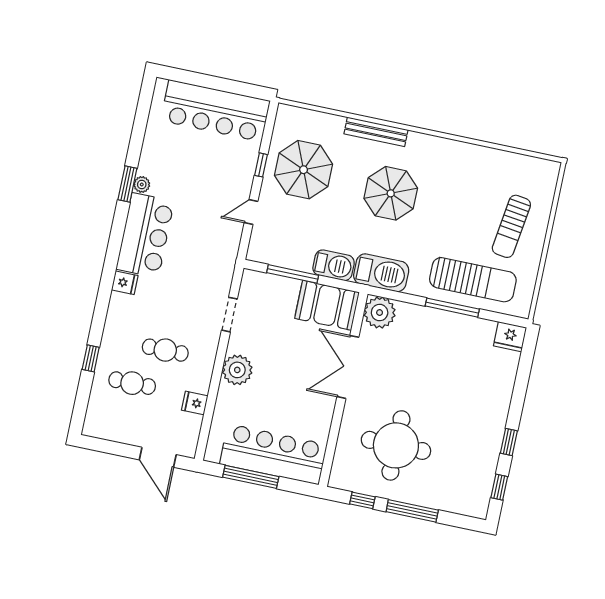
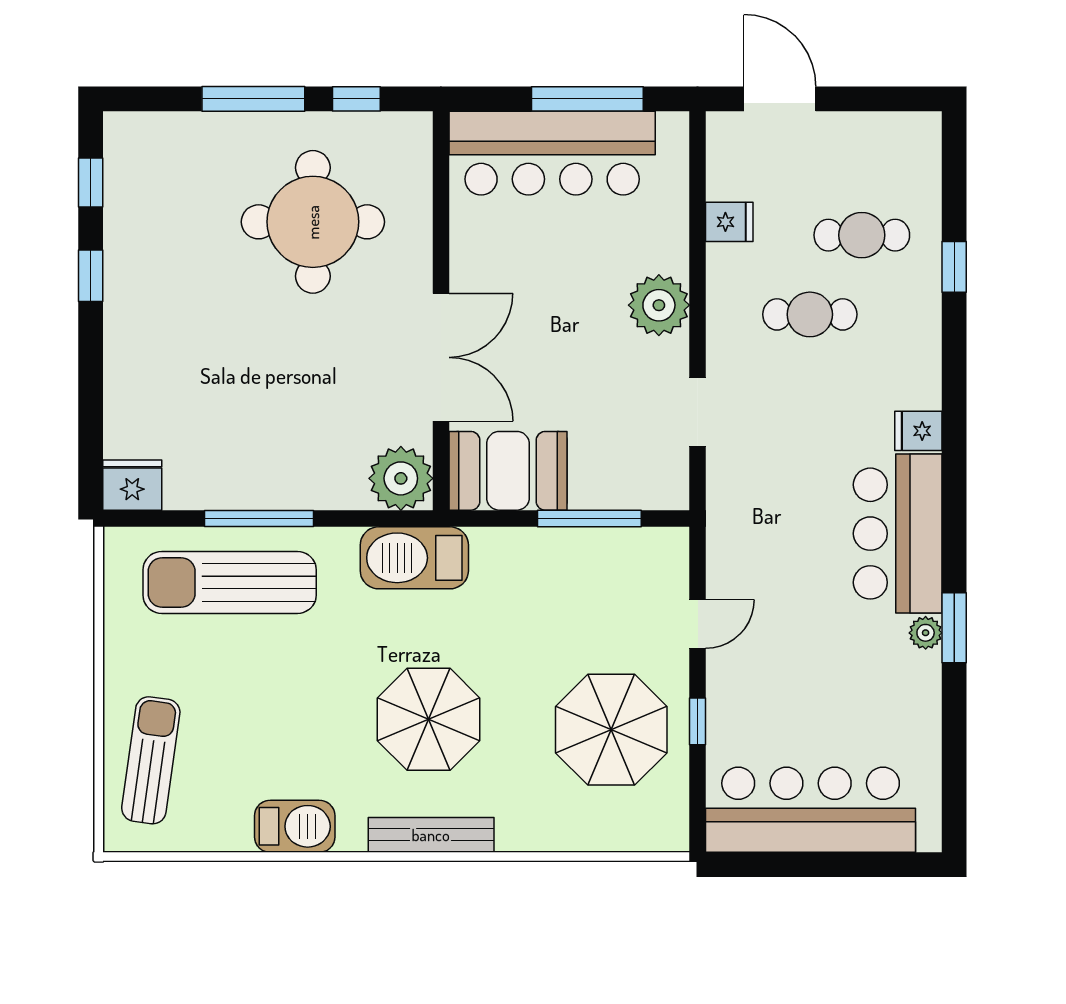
bench: (376, 132) -> (431, 835), moved
sun lounger: (511, 226) -> (151, 760), moved
barbecue: (334, 265) -> (295, 826), moved, turned 180

